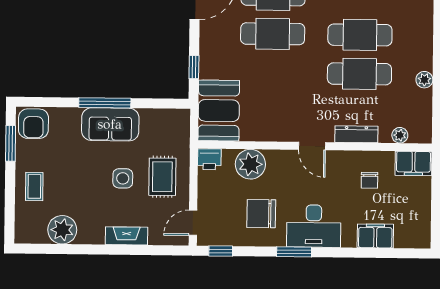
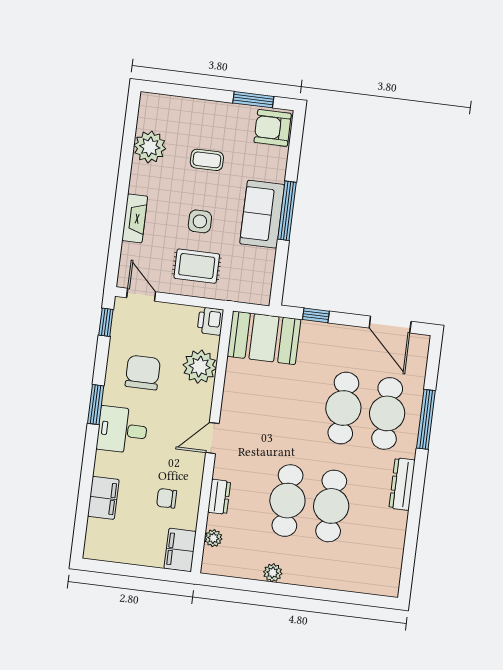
dresser: (356, 134) -> (219, 497), width x0.70
coffee table: (34, 186) -> (207, 160), moved
desk: (314, 226) -> (122, 430), width x0.73

